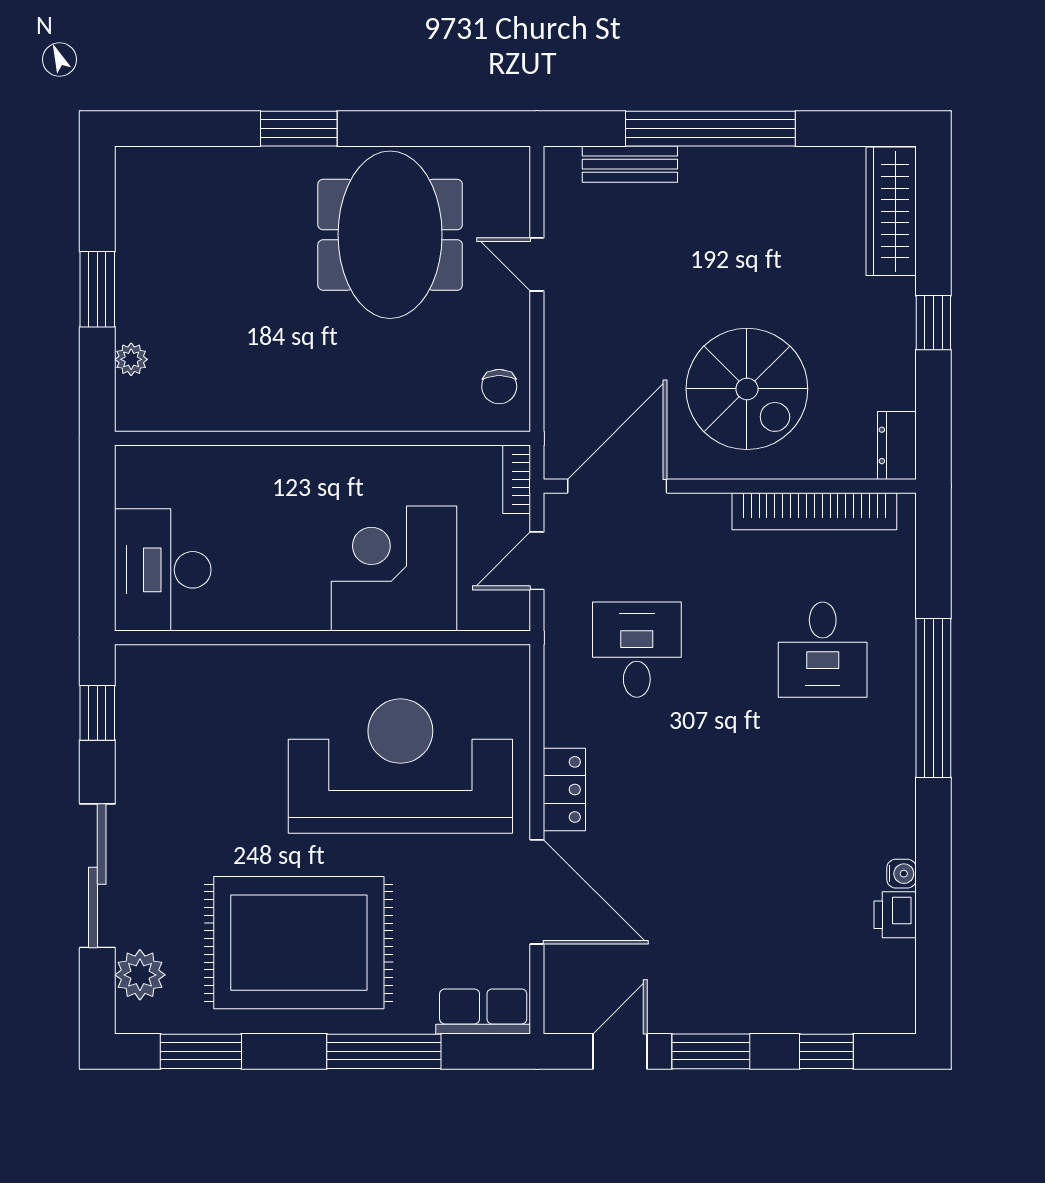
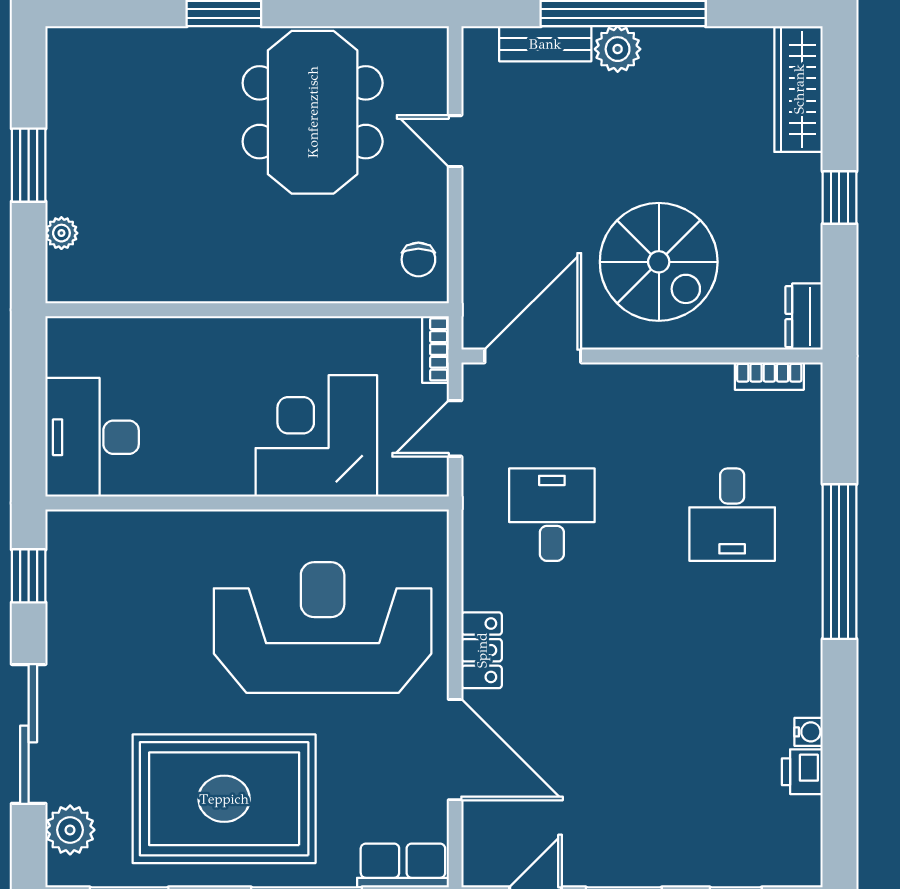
plant: (705, 170) -> (618, 49), added
bookcase: (814, 511) -> (769, 376), width x0.43, depth x0.76

